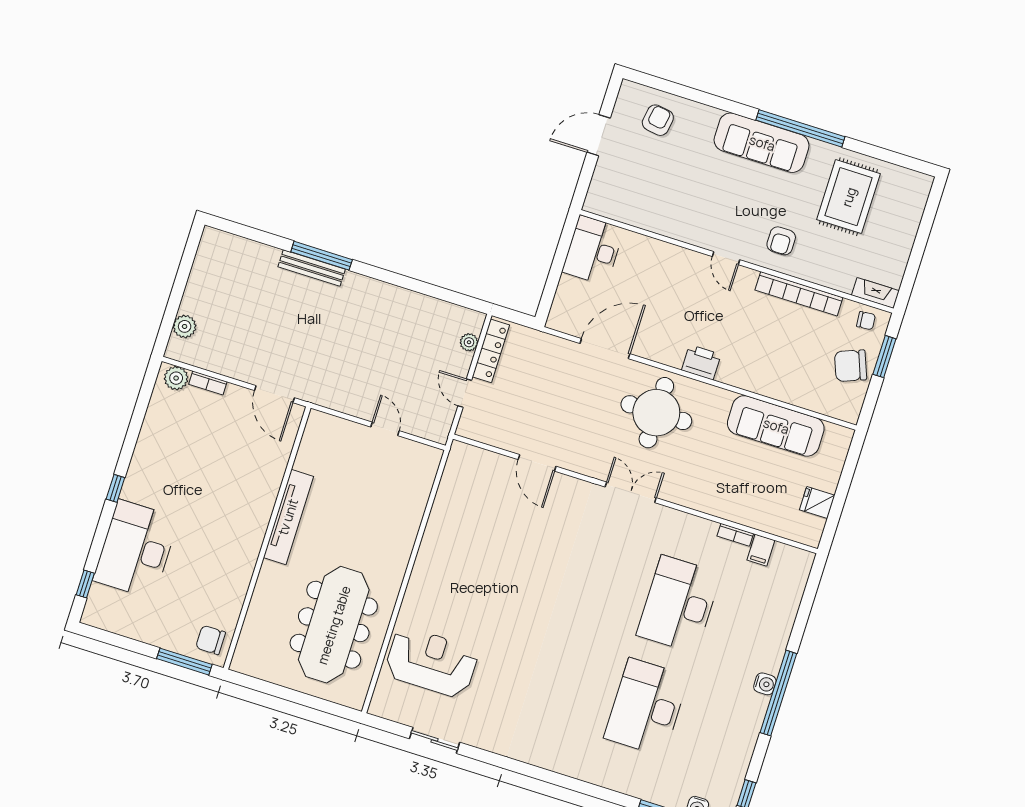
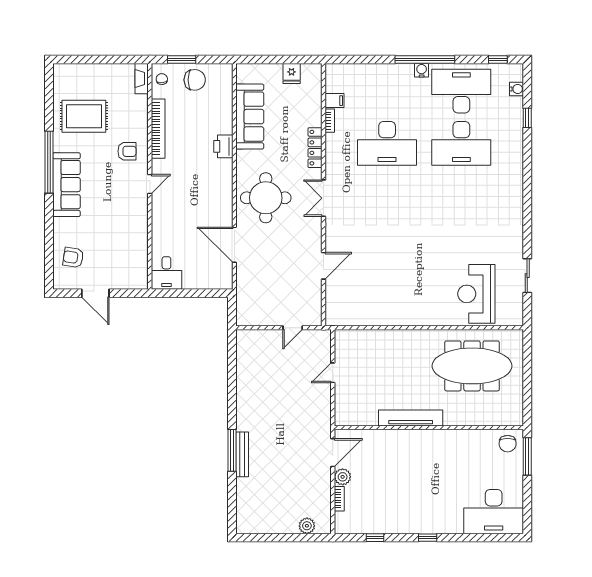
desk: (593, 250) -> (166, 273), width x0.73
plant: (469, 342) -> (258, 336), removed
locker: (491, 351) -> (315, 148), moved, turned -90
printer: (701, 362) -> (223, 146), moved
chair: (851, 366) -> (195, 80), turned -69
plant: (176, 378) -> (343, 477), moved
desk: (136, 549) -> (494, 512), moved
window: (85, 584) -> (375, 538), moved
desk: (719, 730) -> (461, 91), added

